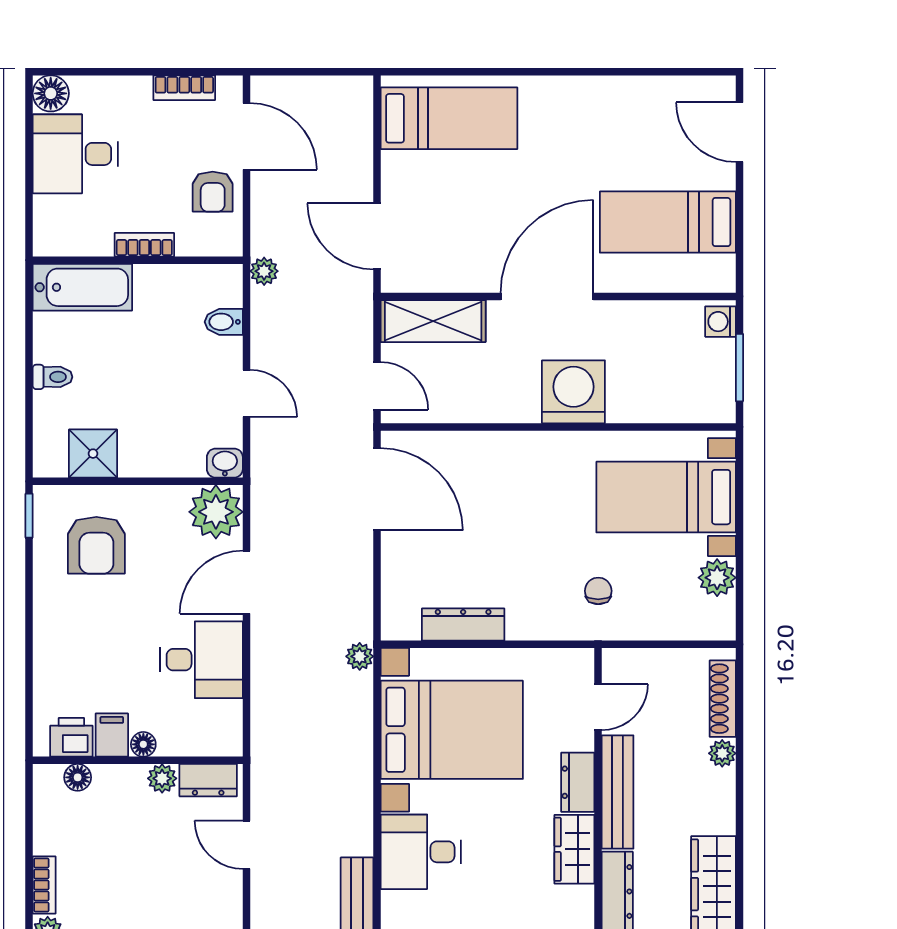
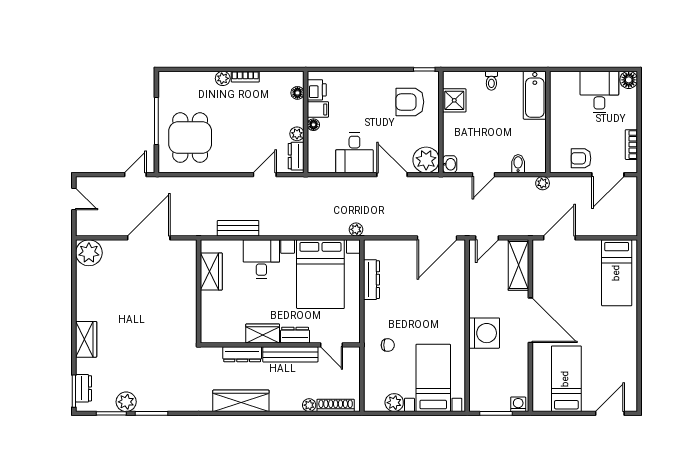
bookcase: (144, 245) -> (555, 125), removed

